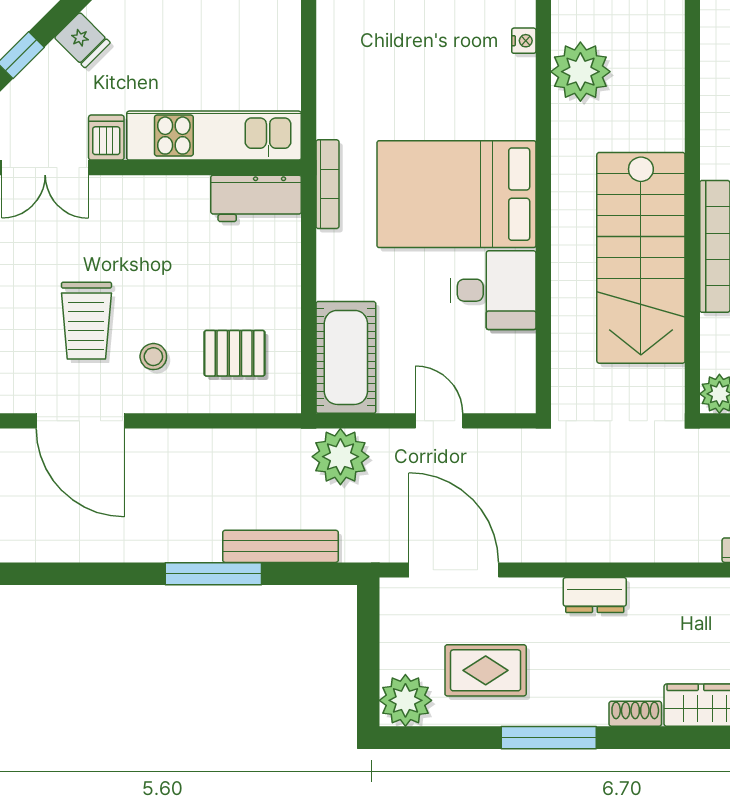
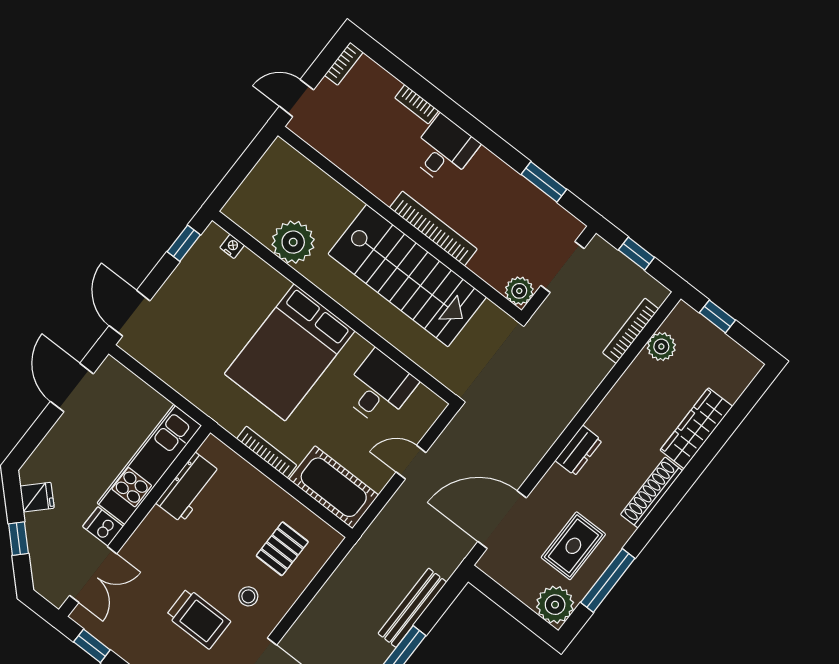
plant: (580, 72) -> (293, 242), moved
bookcase: (327, 184) -> (267, 452), moved
workbench: (256, 198) -> (189, 488), moved
desk: (493, 290) -> (379, 388), moved
plant: (340, 457) -> (388, 534), removed
shoe rack: (635, 714) -> (652, 493), width x1.94, depth x1.24
window: (549, 738) -> (608, 580), moved

